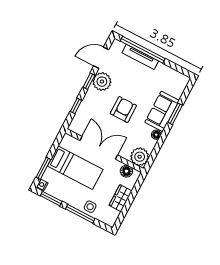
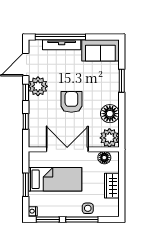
sofa: (162, 111) -> (100, 50), moved, turned -90
floor lamp: (156, 135) -> (110, 114), width x1.89, depth x1.89
window: (43, 168) -> (26, 185), moved

